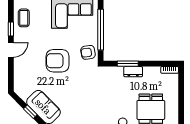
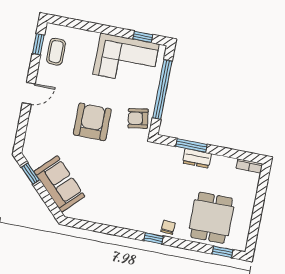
window: (11, 29) -> (38, 44), moved
armchair: (58, 61) -> (92, 122), turned 90
window: (30, 112) -> (30, 174), moved

